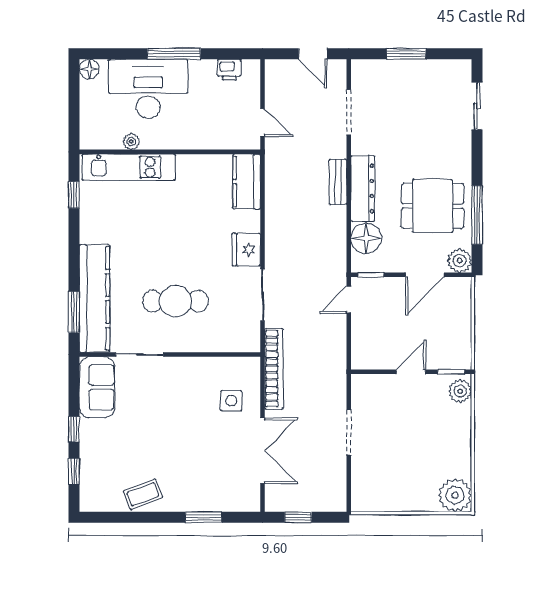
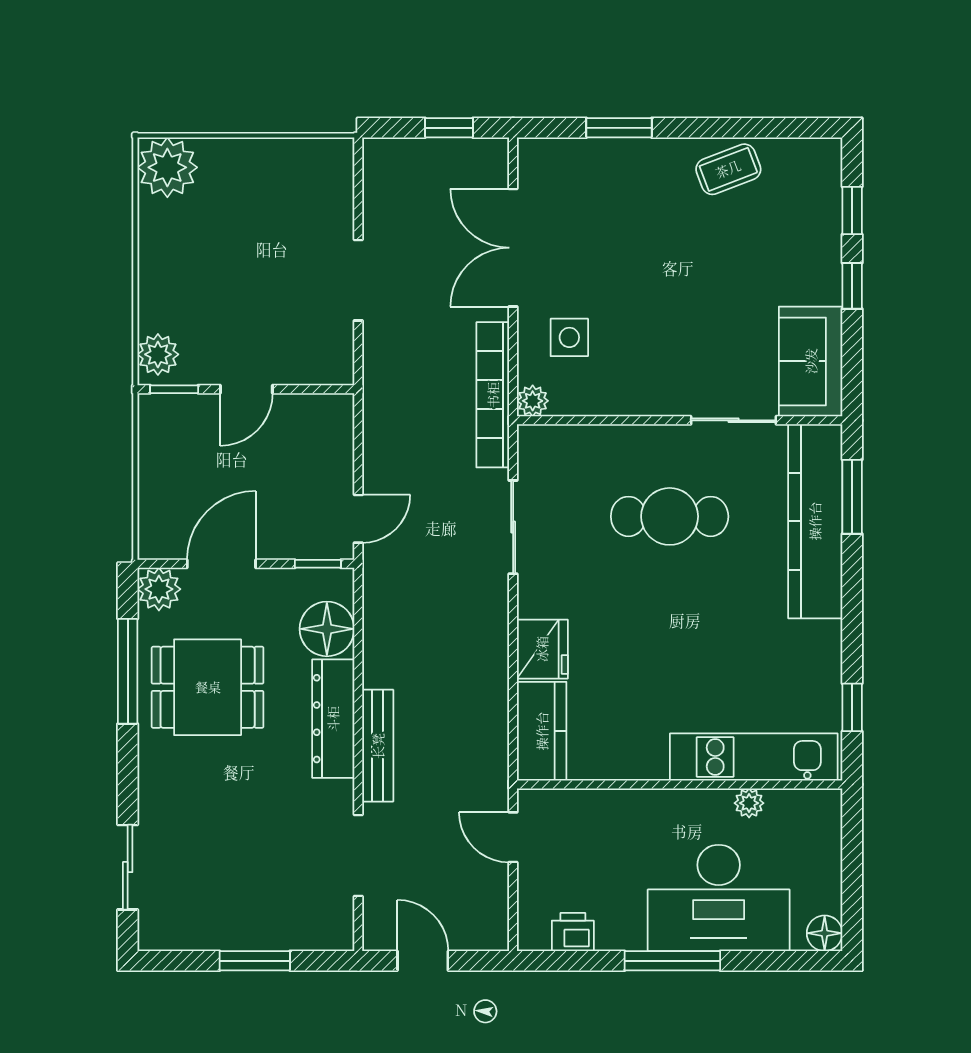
bench: (338, 182) -> (378, 746), width x1.36
fridge: (246, 250) -> (542, 649), moved
plant: (252, 365) -> (533, 401), added

